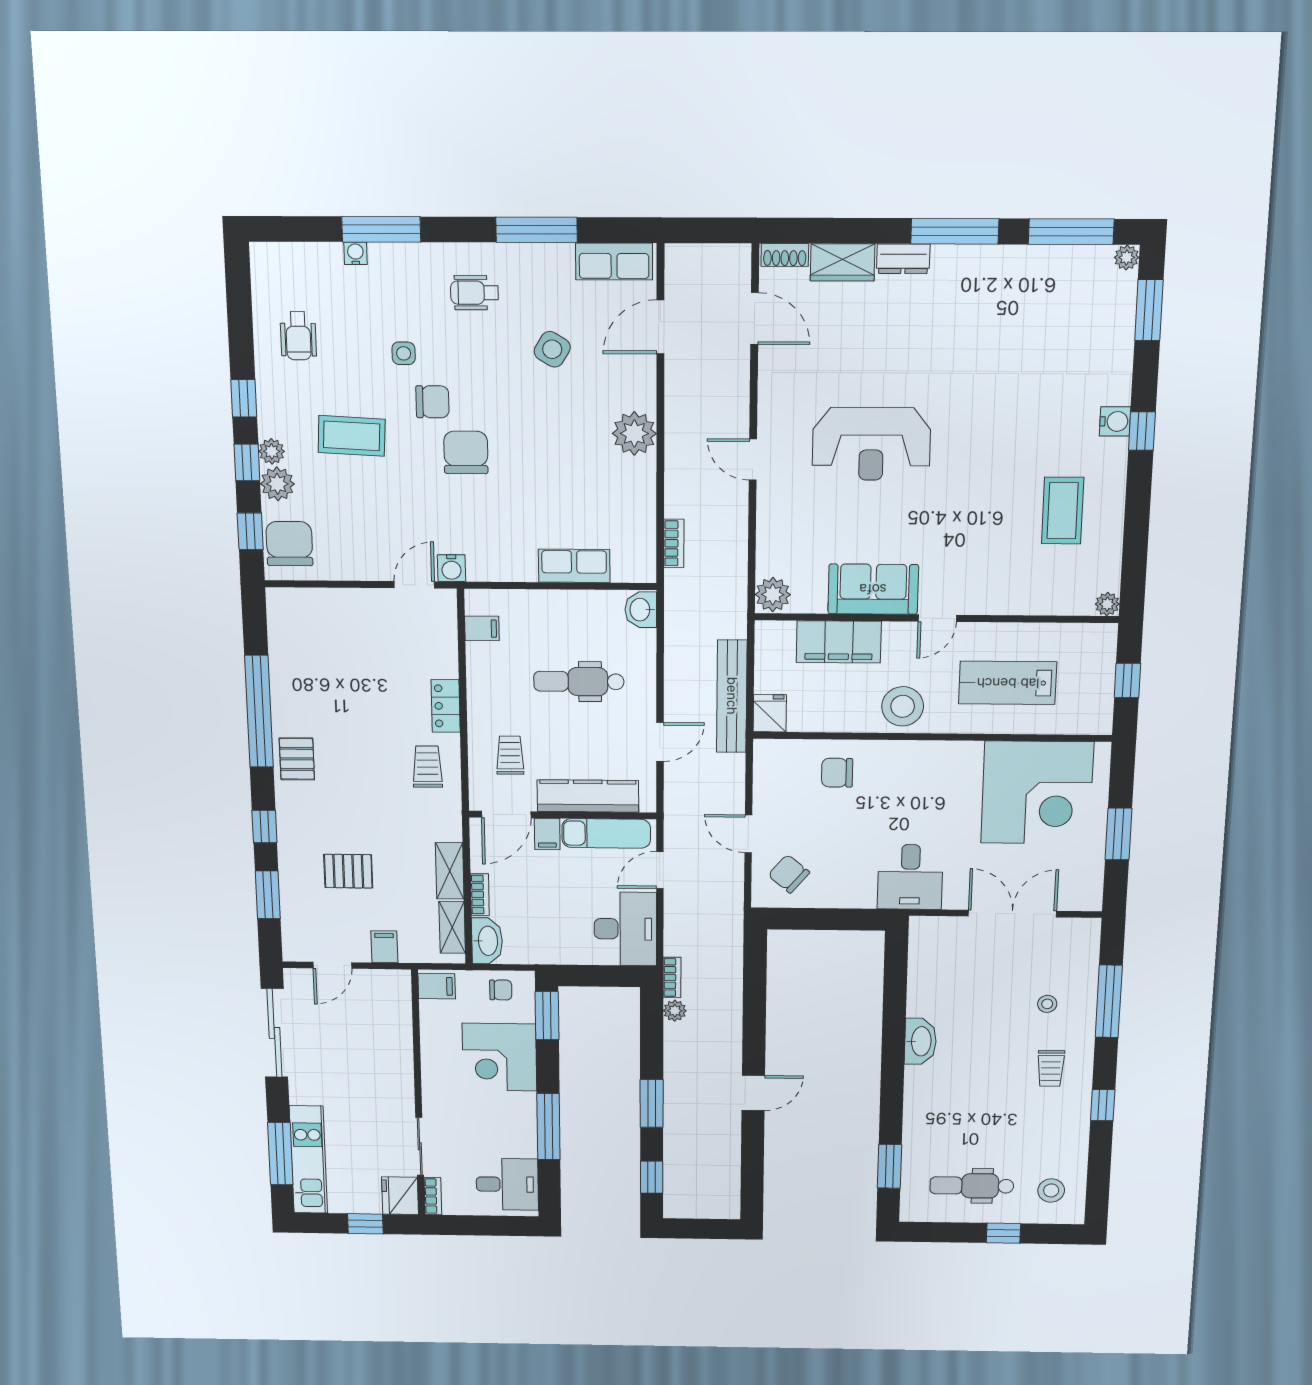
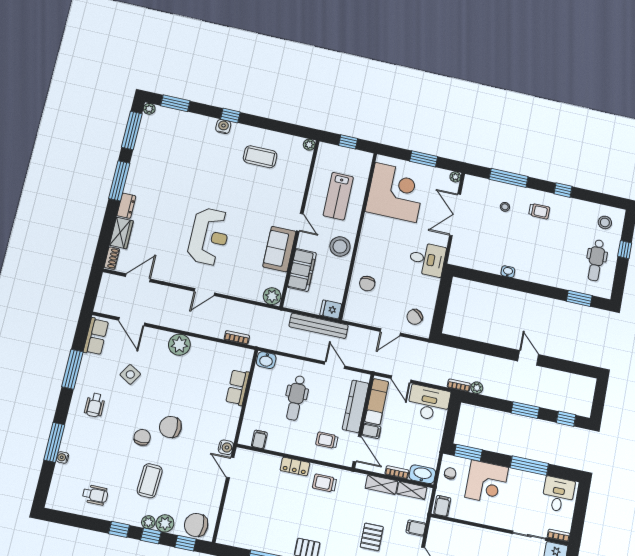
side table: (404, 353) -> (116, 446), removed
plant: (1092, 901) -> (455, 177), added
washbasin: (920, 1041) -> (508, 272), width x0.52, depth x0.69

